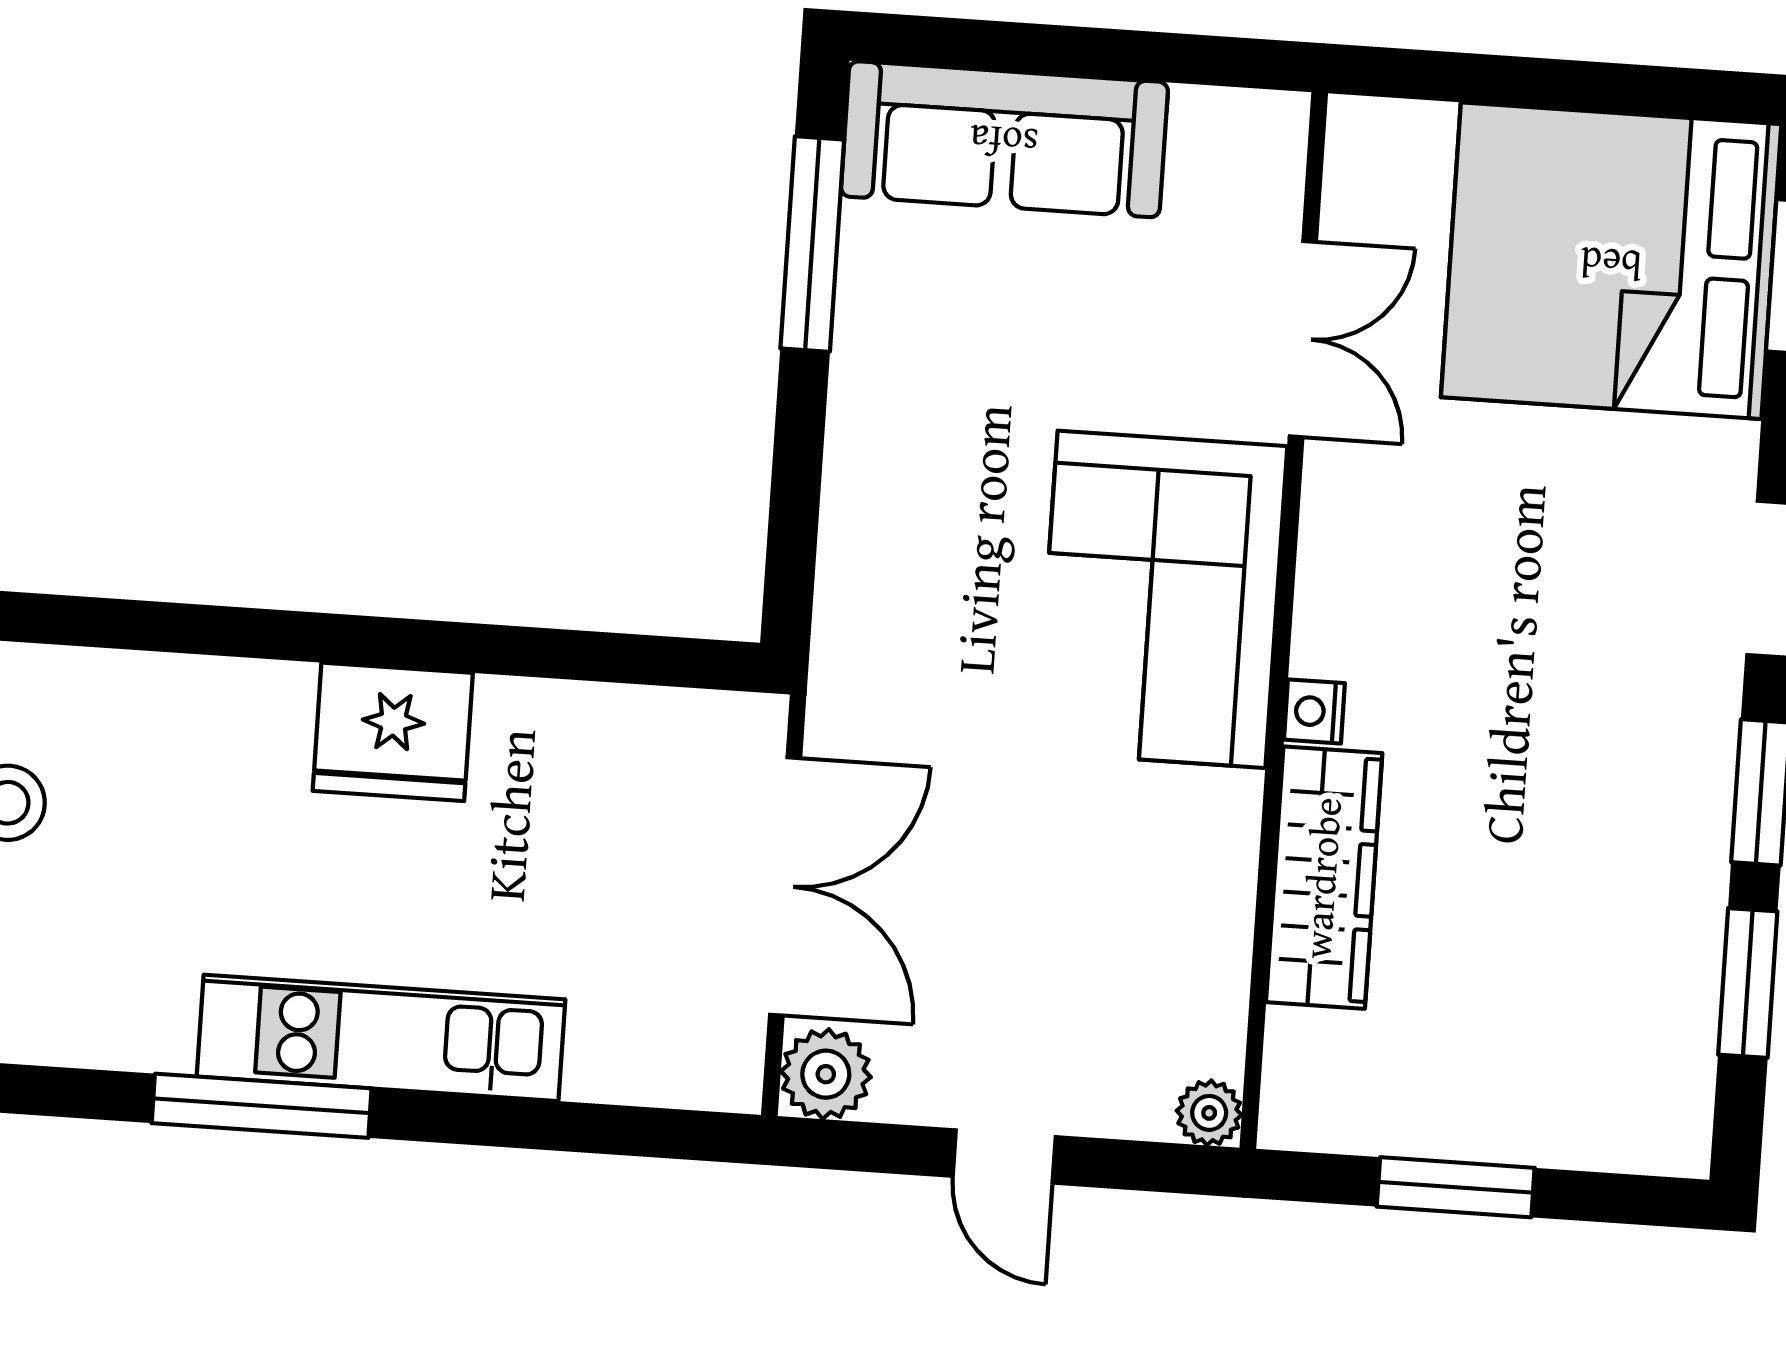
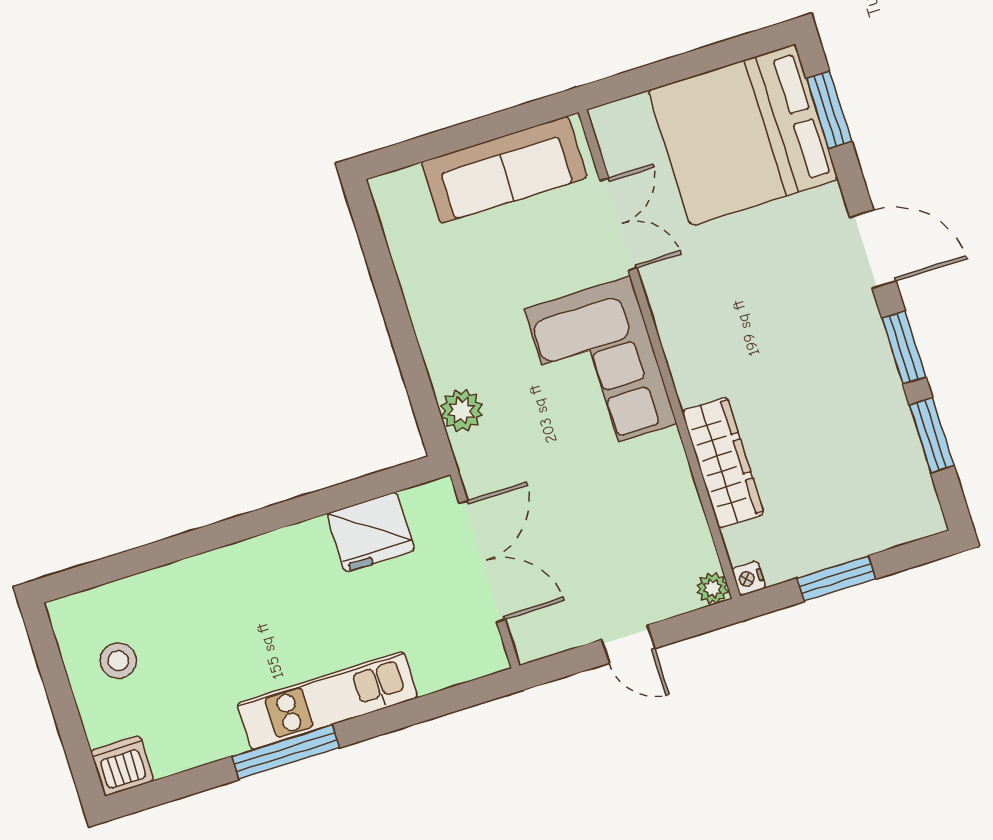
sofa: (1004, 139) -> (504, 170), moved
window: (812, 244) -> (381, 268), removed
nightstand: (1314, 711) -> (749, 578), moved
fridge: (393, 732) -> (371, 532), moved
plant: (826, 1074) -> (462, 411), moved

